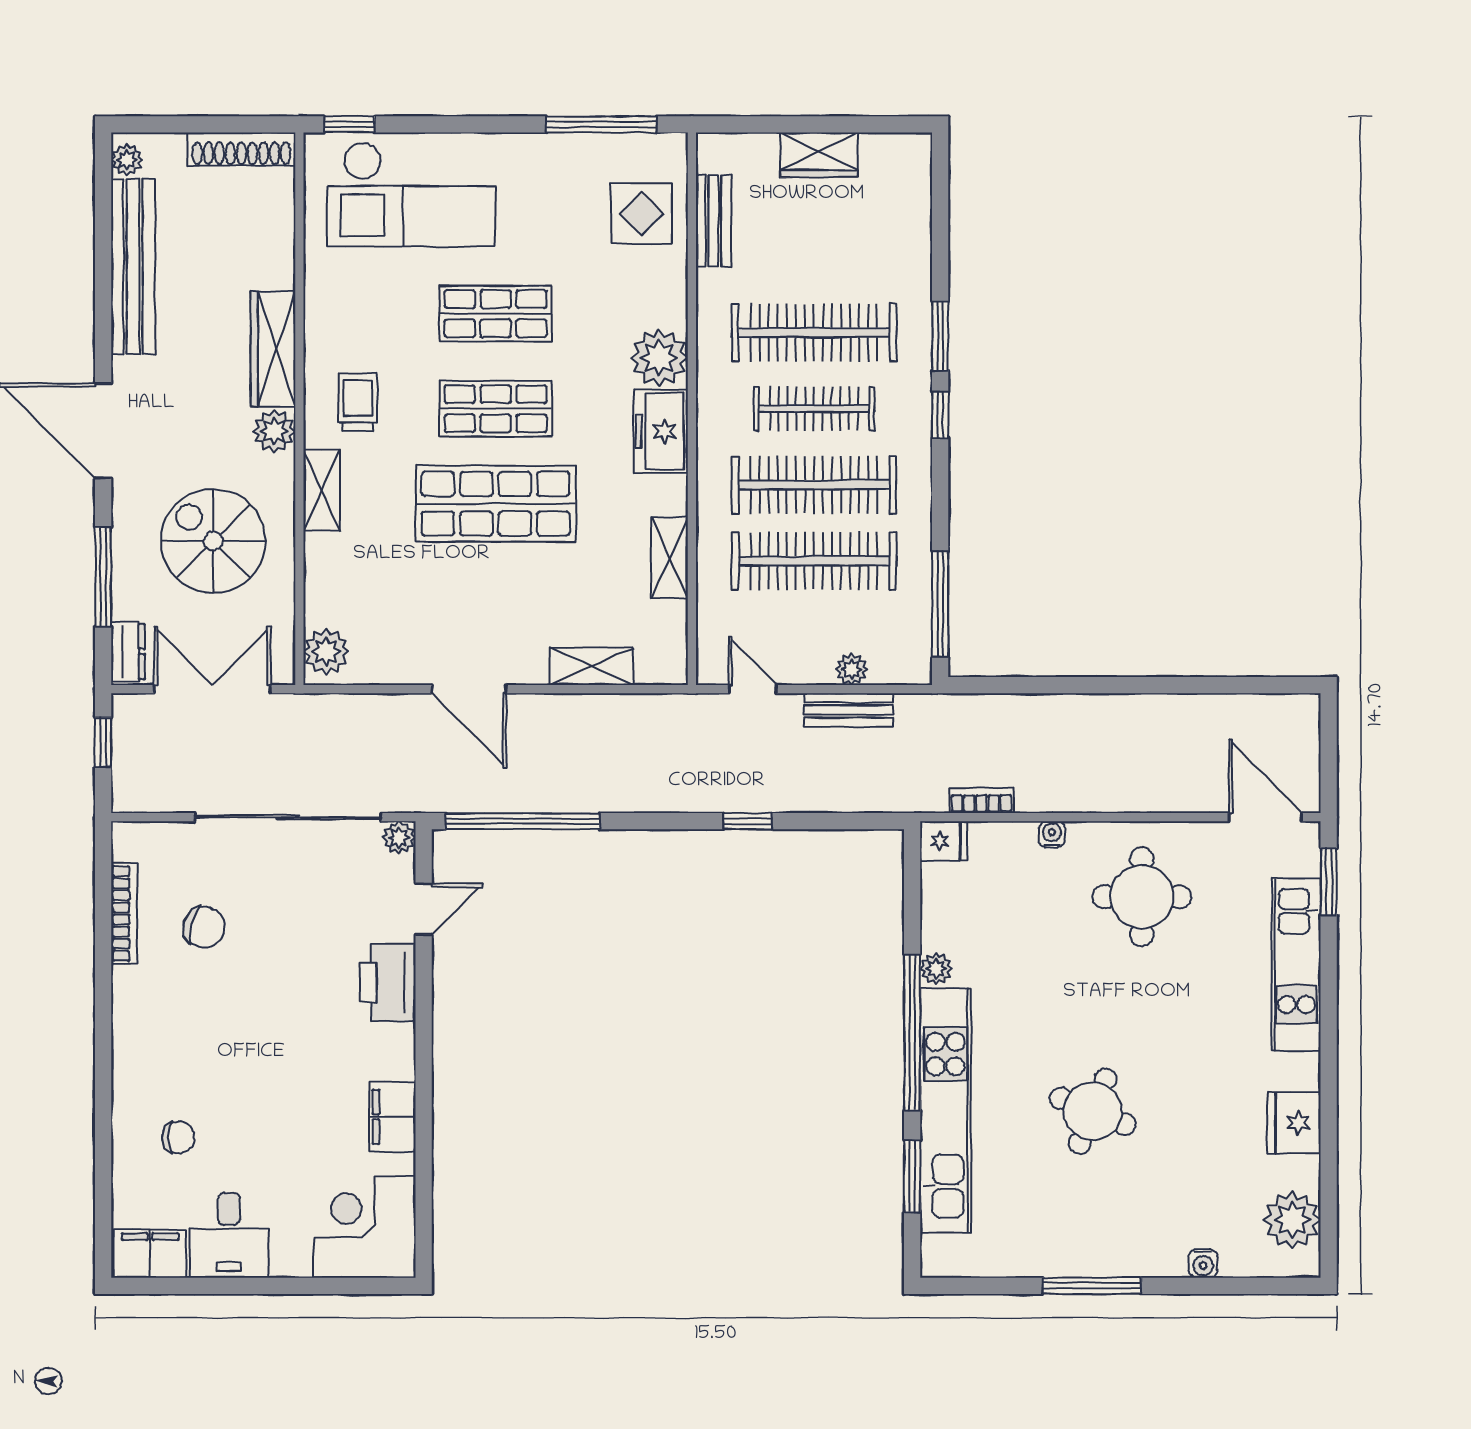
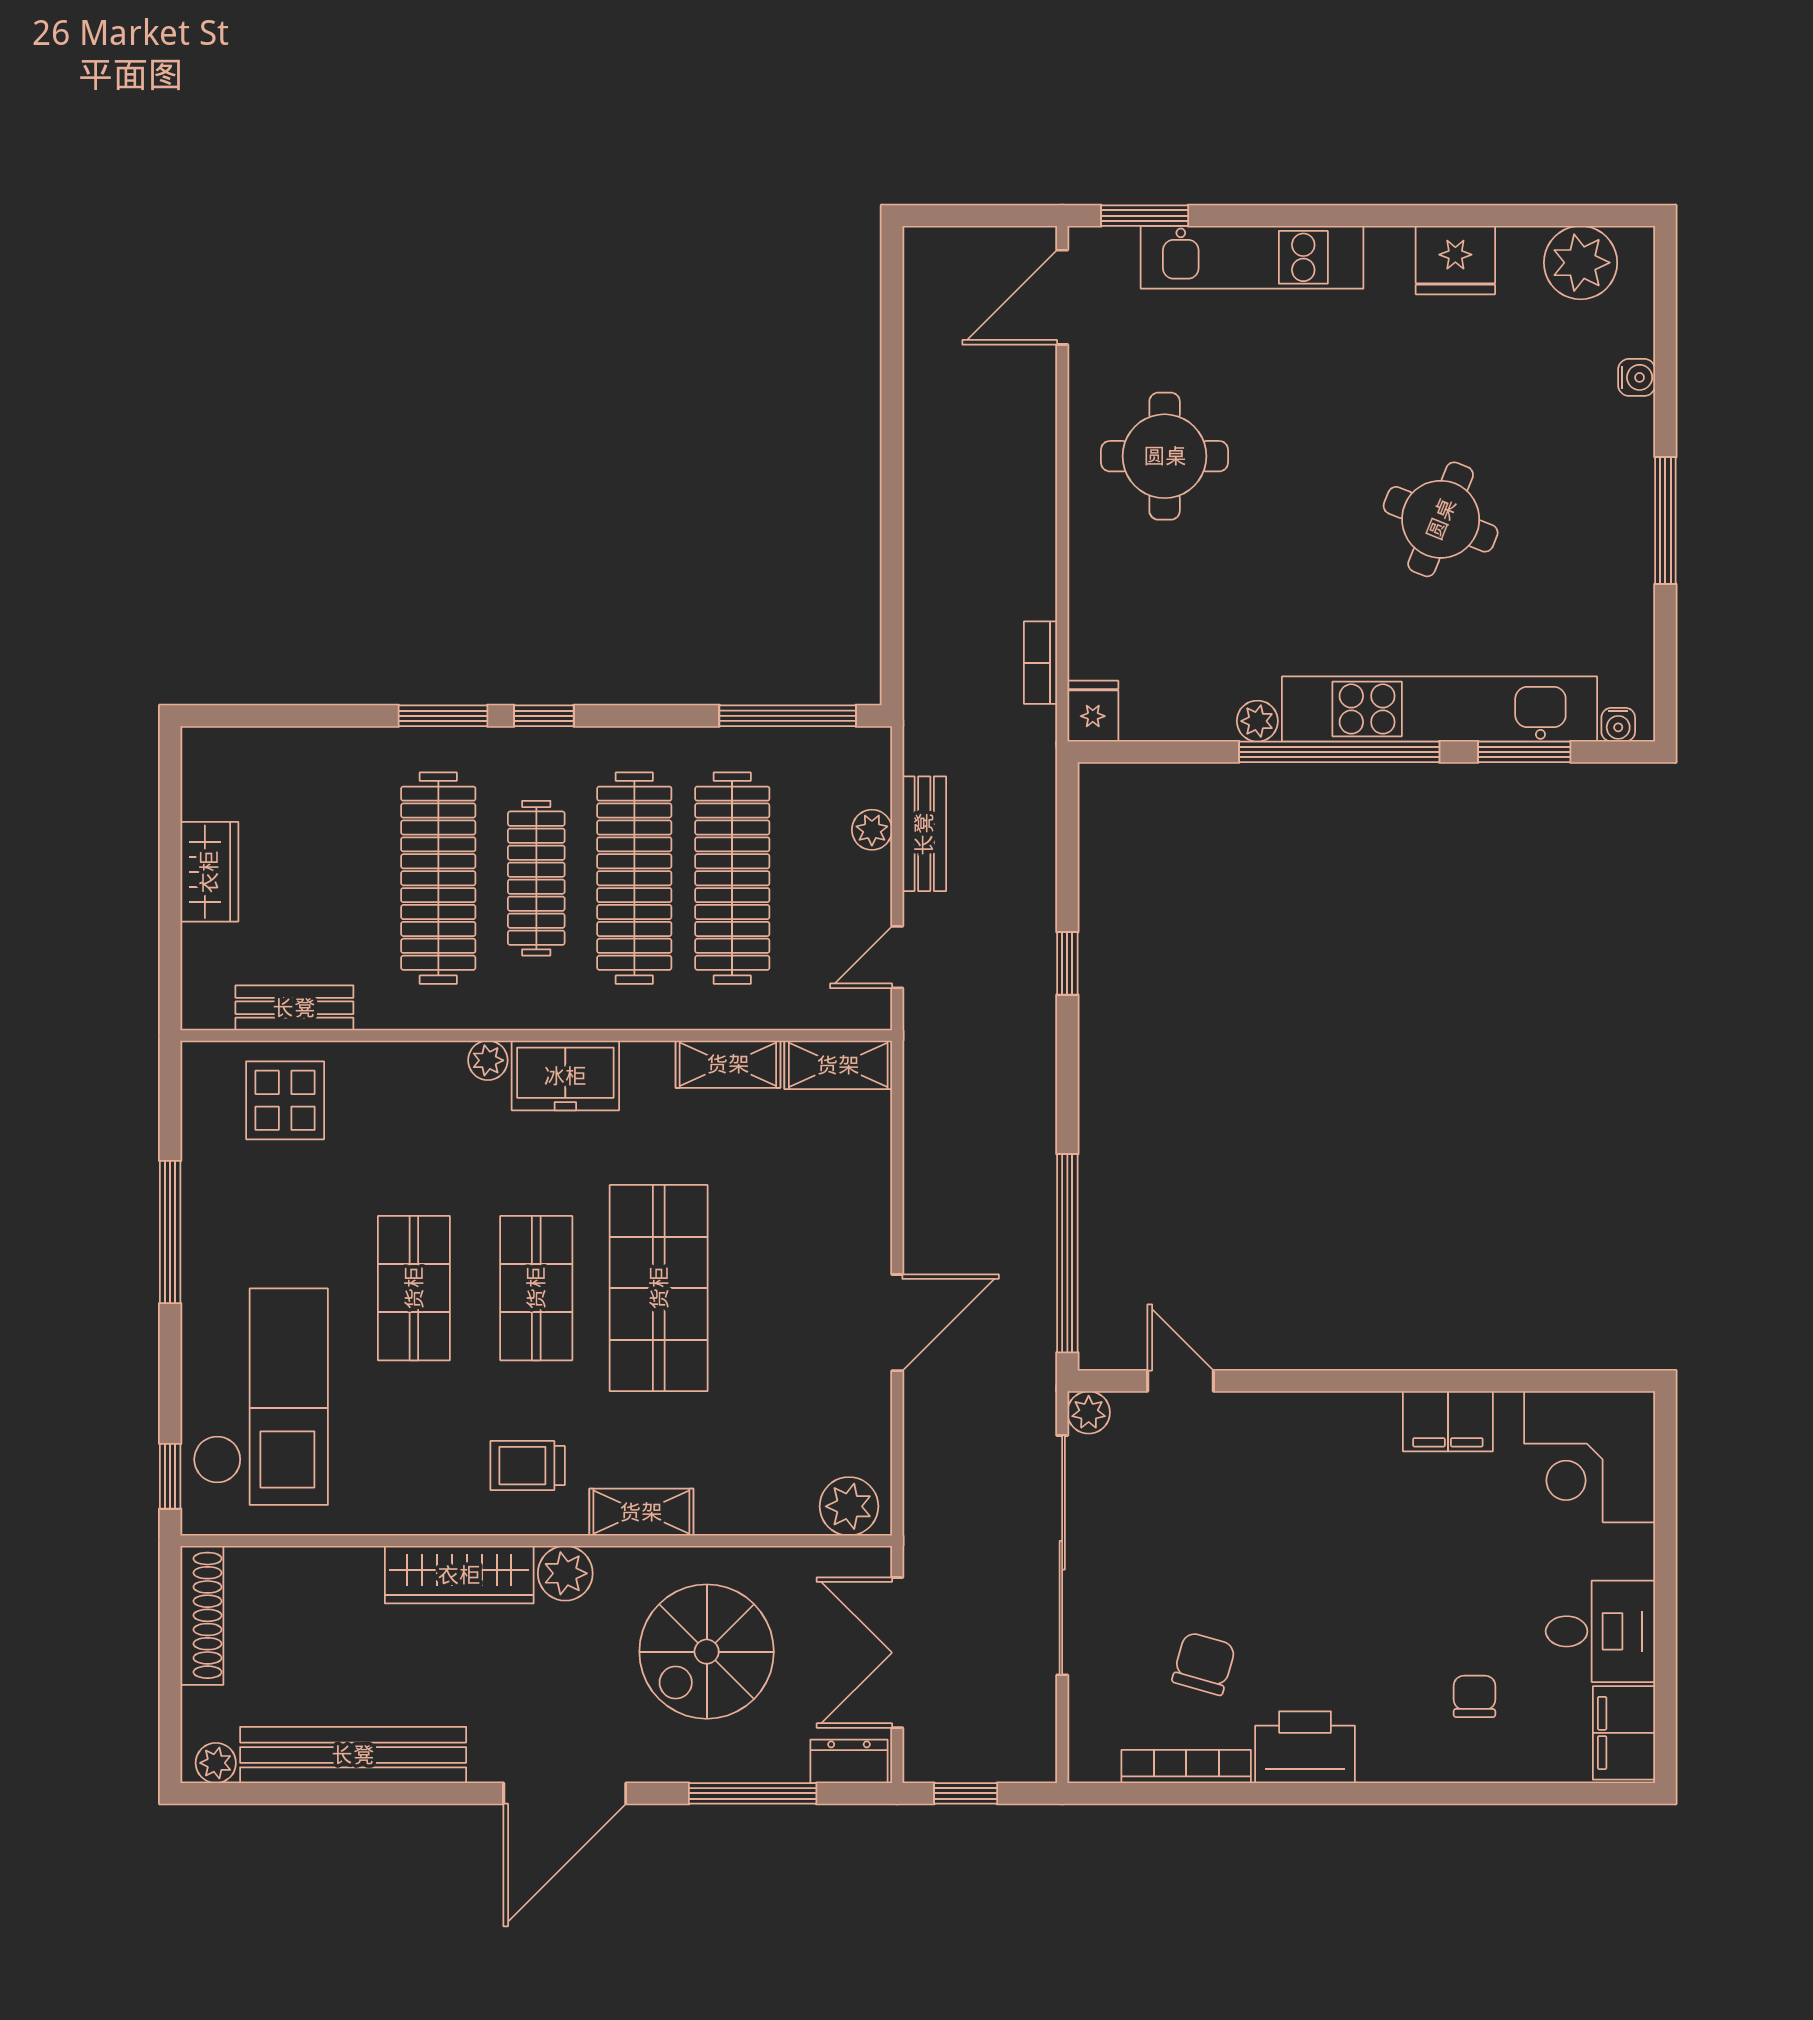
window: (602, 124) -> (170, 1232), moved
plant: (659, 358) -> (488, 1060), width x0.53, depth x0.53
shelving: (591, 666) -> (838, 1065), moved, turned 90
water cooler: (1052, 834) -> (1618, 725), moved, turned -90
printer: (388, 982) -> (1305, 1747), moved, turned 180

